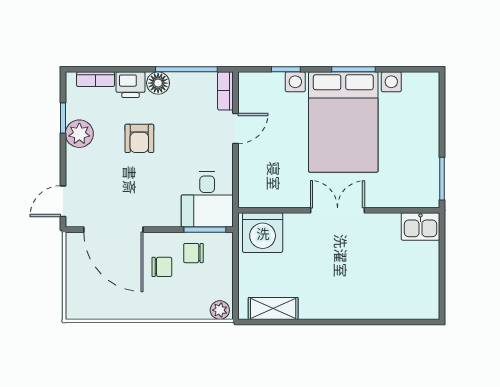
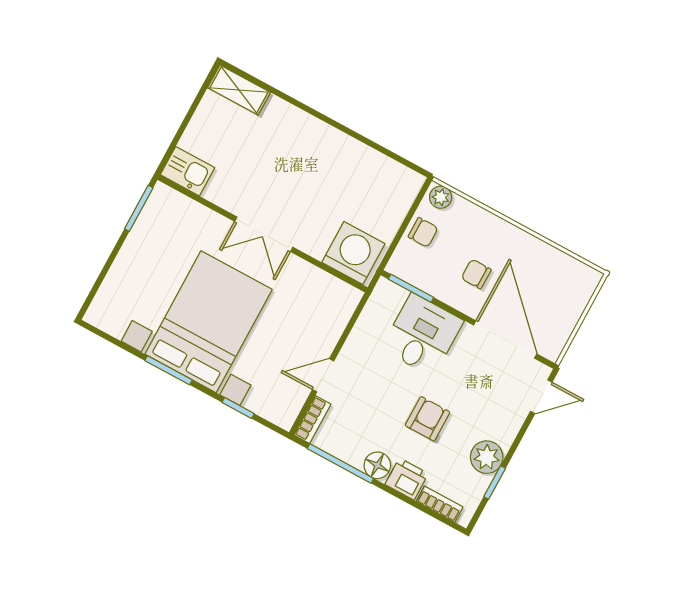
desk: (207, 199) -> (422, 335), moved
chair: (194, 253) -> (423, 232), moved
shelving: (273, 308) -> (239, 90), moved

